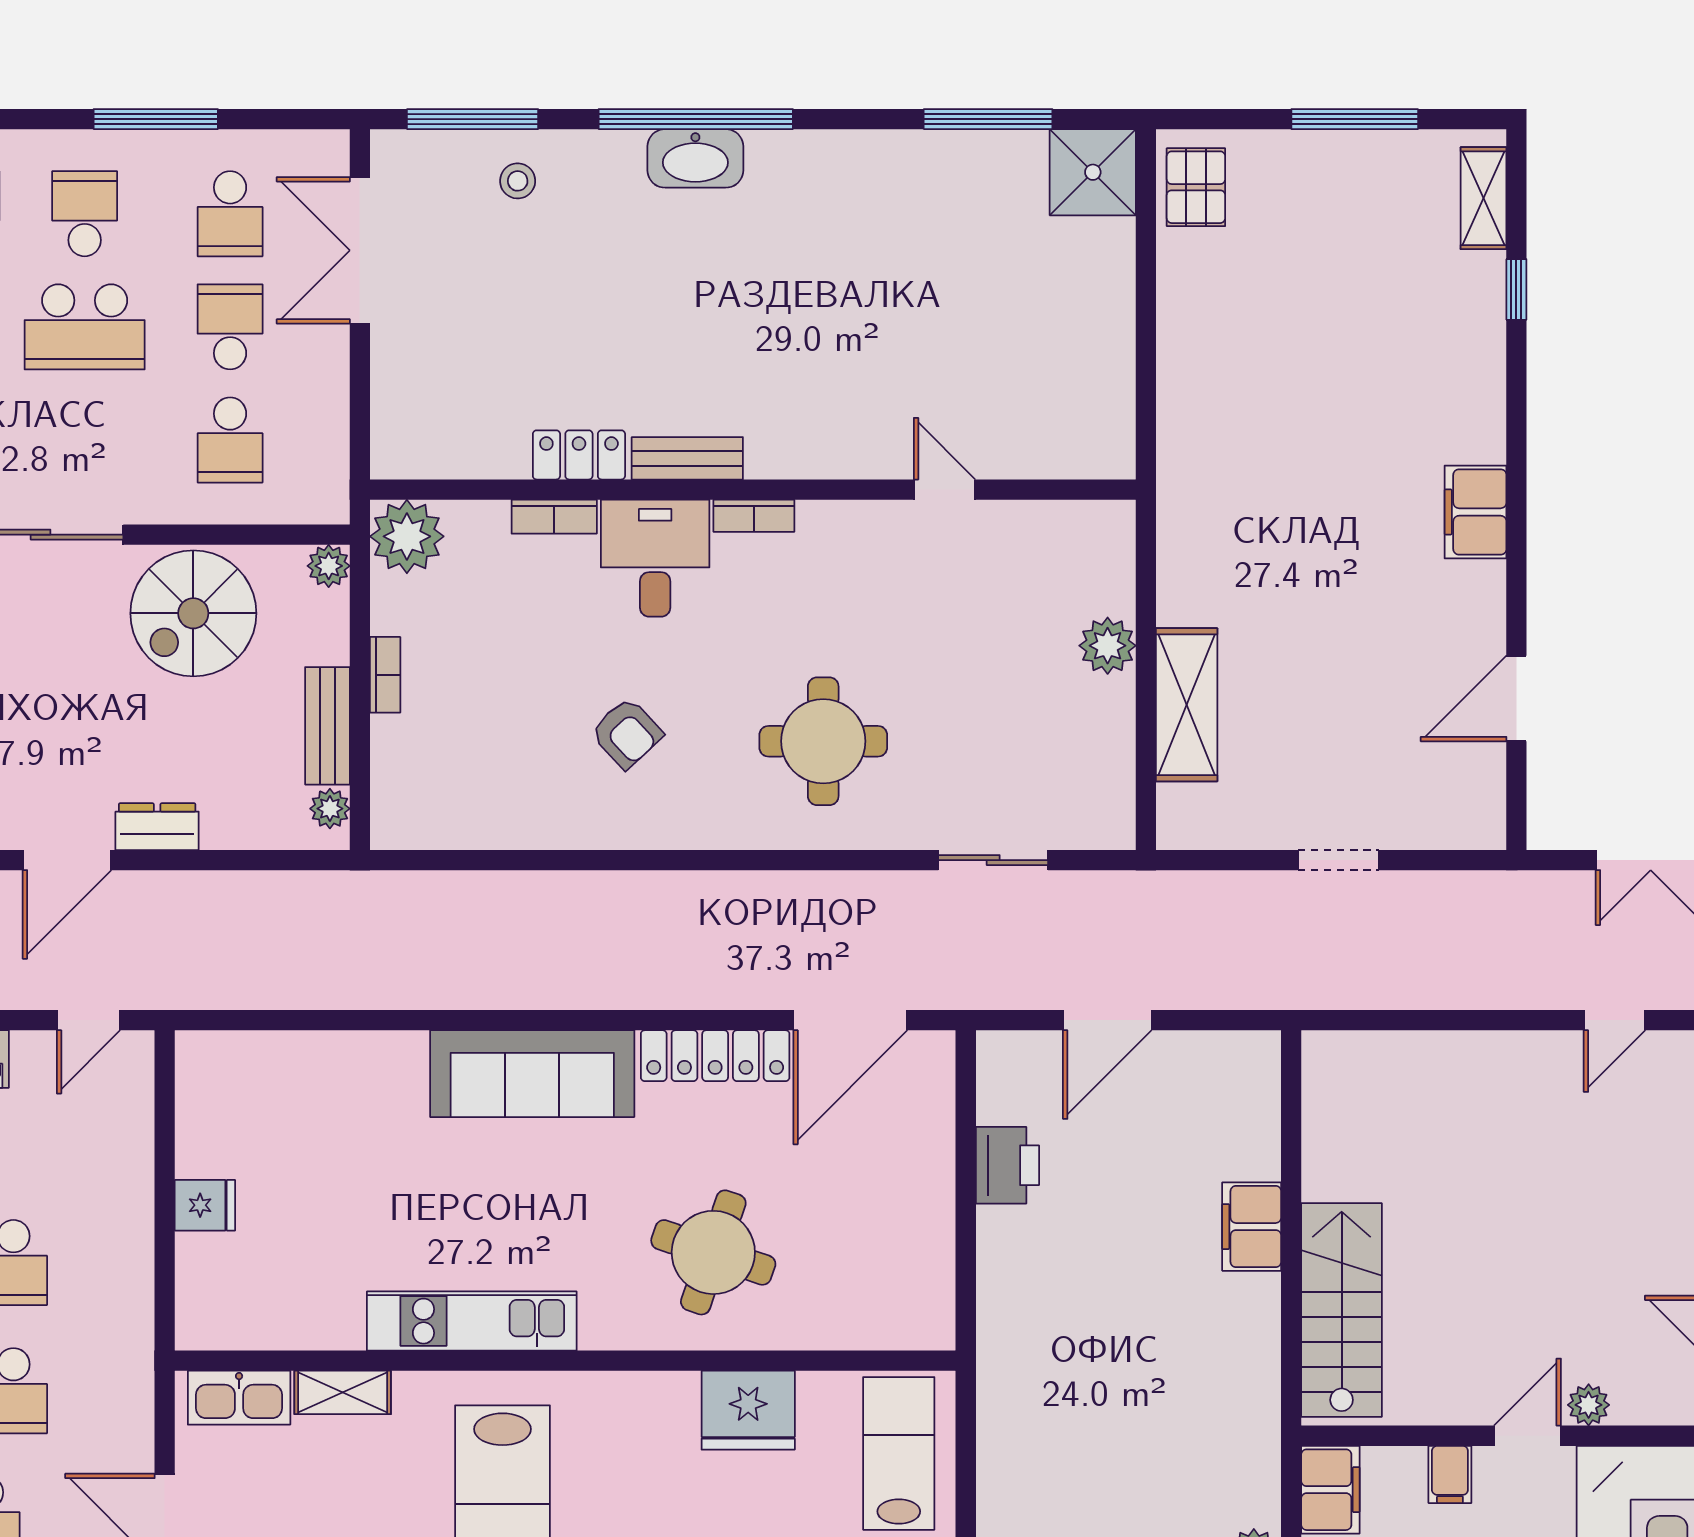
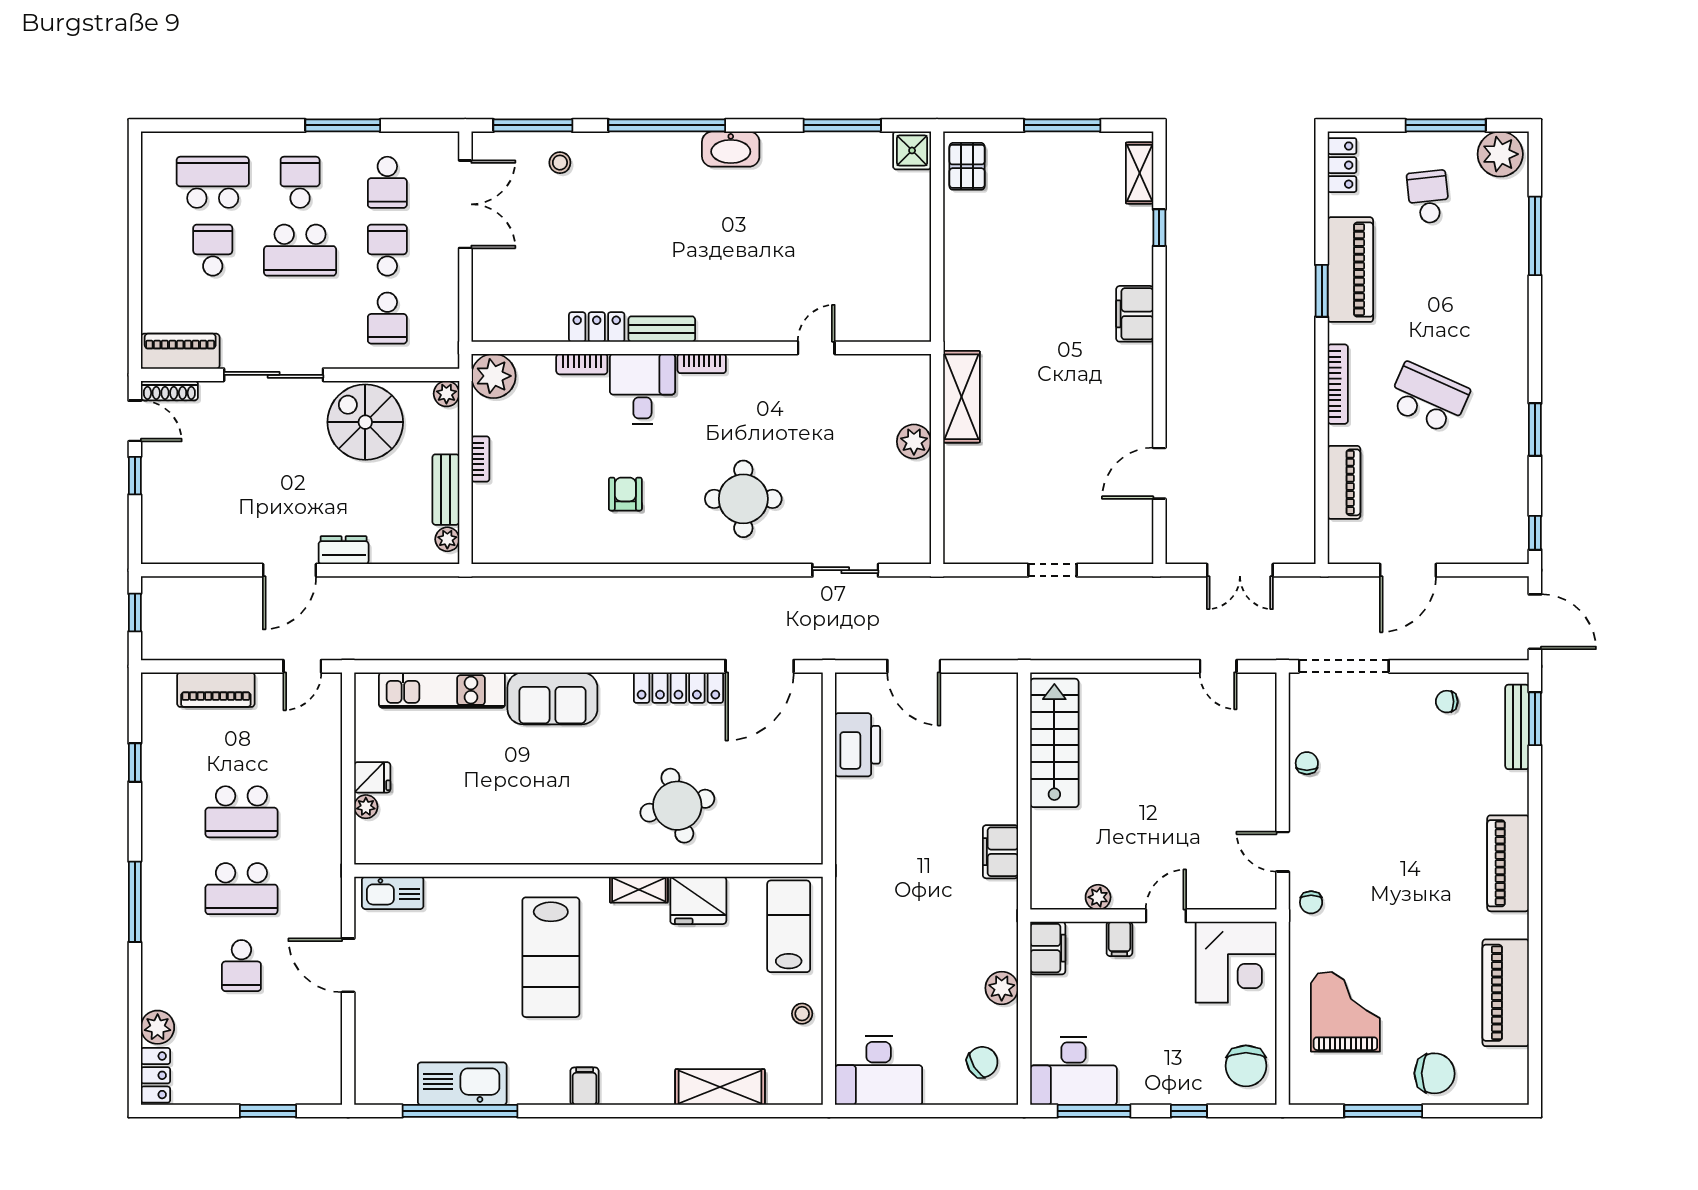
washbasin: (695, 158) -> (731, 149), moved
shower: (1093, 172) -> (912, 150), width x0.73, depth x0.73
double door: (360, 250) -> (465, 204), swing flipped
door: (945, 490) -> (816, 348), hinge flipped
filing cabinet: (1475, 512) -> (1135, 314), moved
spiral stairs: (193, 613) -> (365, 422), turned 90
shelving: (1187, 705) -> (961, 397), moved
armchair: (627, 733) -> (625, 494), turned -137
door: (1107, 1020) -> (914, 666), hinge flipped
door: (1615, 1020) -> (1218, 666), hinge flipped
sofa: (532, 1074) -> (552, 698), width x0.73
printer: (1007, 1165) -> (858, 745), width x1.37, depth x1.19
filing cabinet: (1252, 1227) -> (1000, 852), moved
round table: (713, 1252) -> (677, 806), turned -33
plant: (194, 1254) -> (366, 807), added
stairs: (1342, 1310) -> (1054, 743), moved
kitchen unit: (472, 1321) -> (442, 690), moved, turned 180
shelving: (343, 1392) -> (639, 890), moved
plant: (1589, 1405) -> (1098, 897), moved

